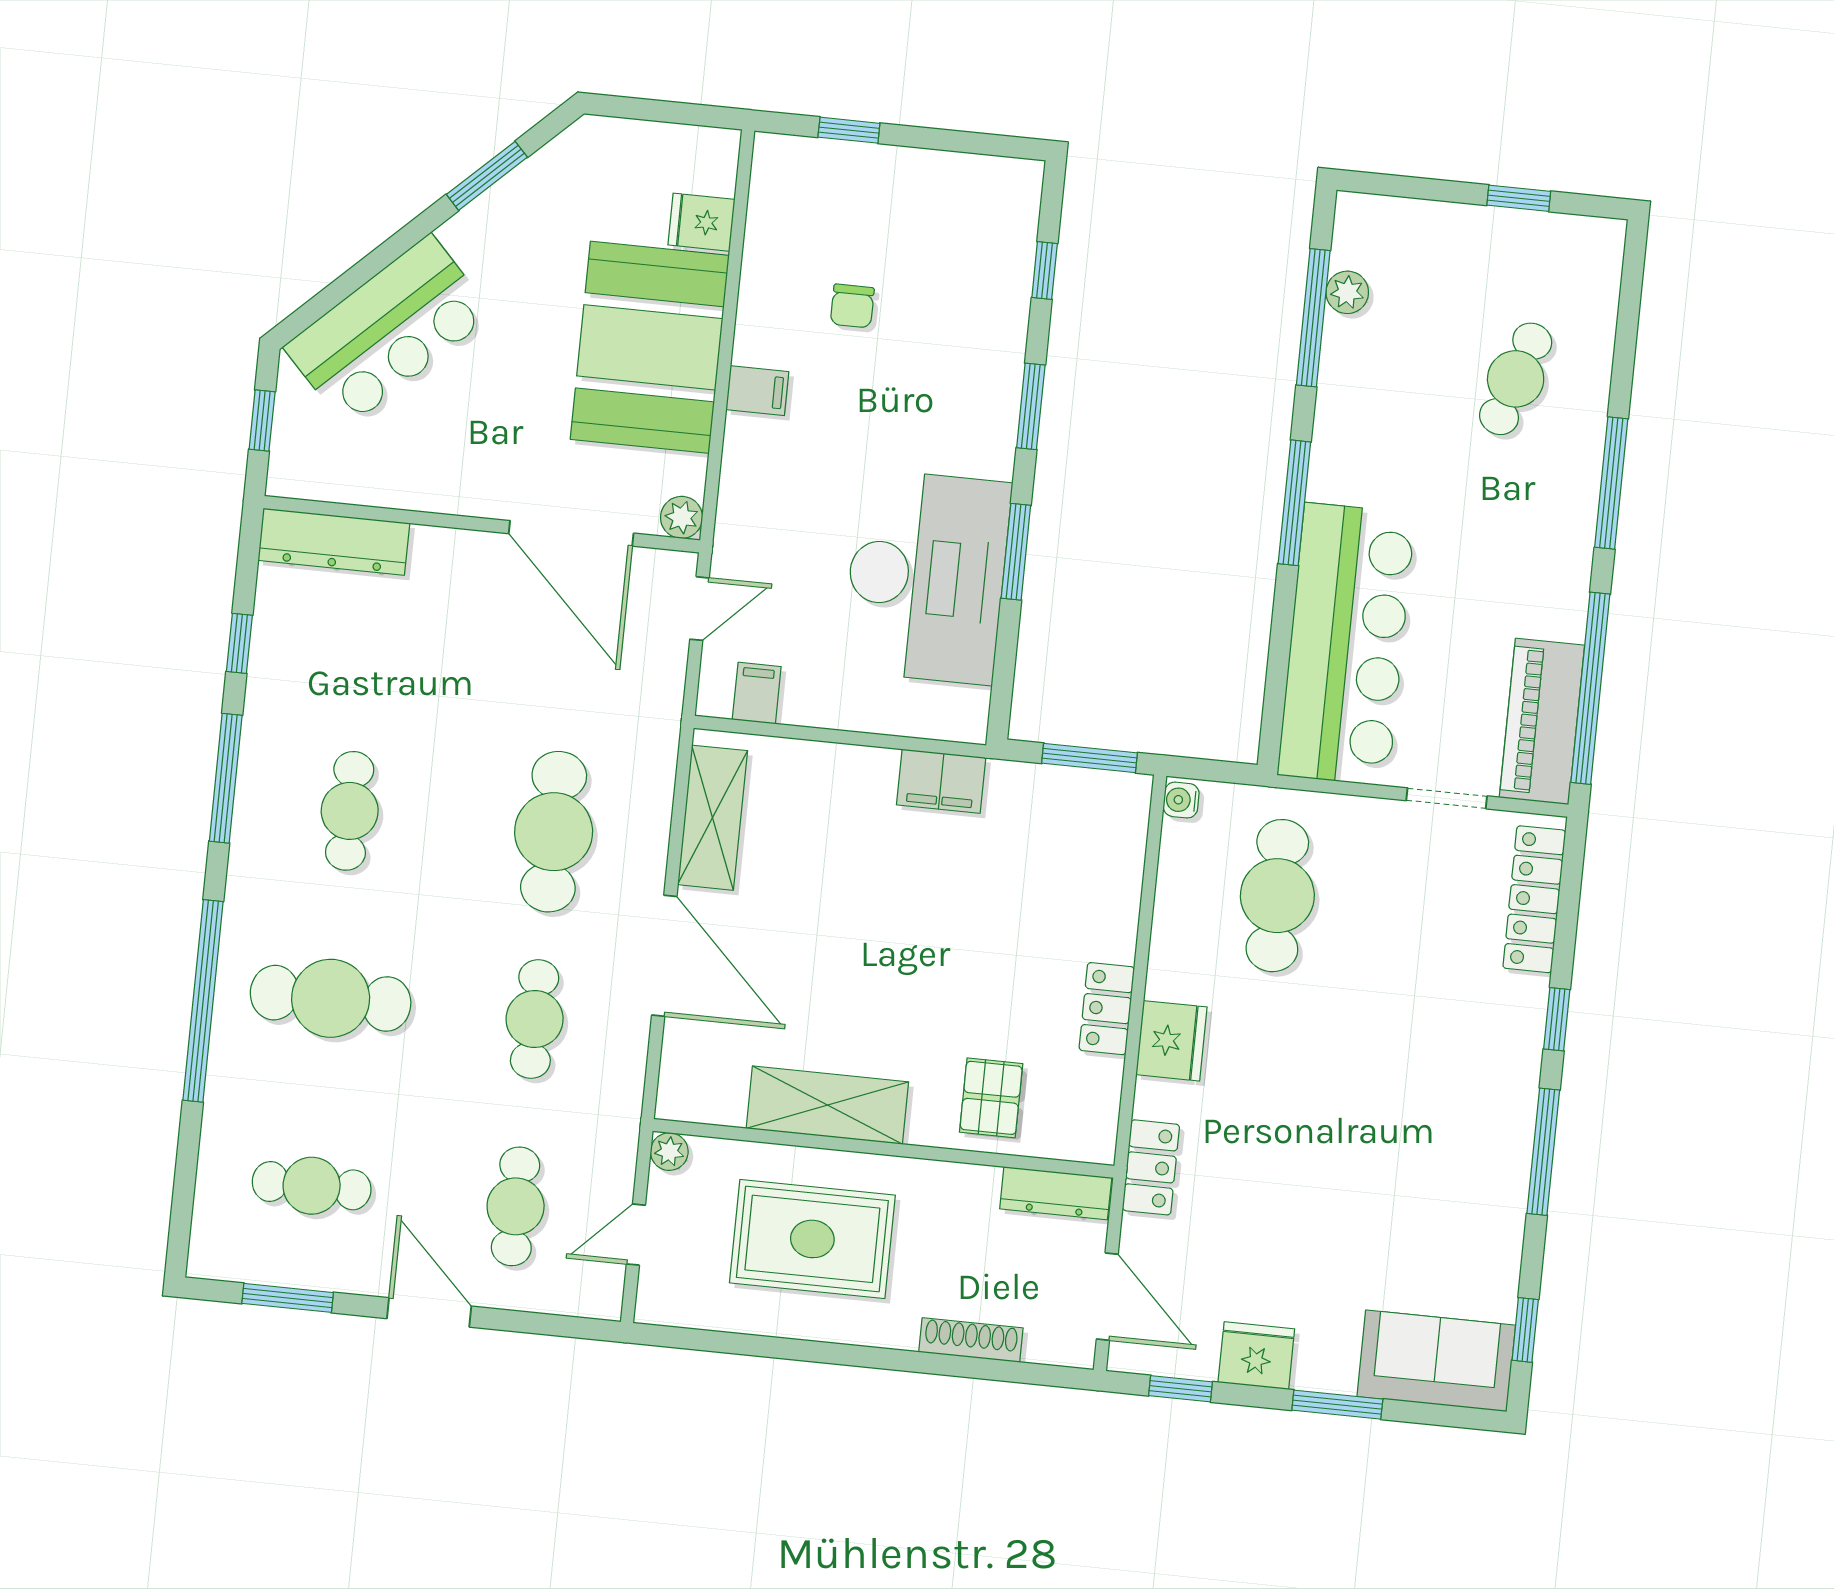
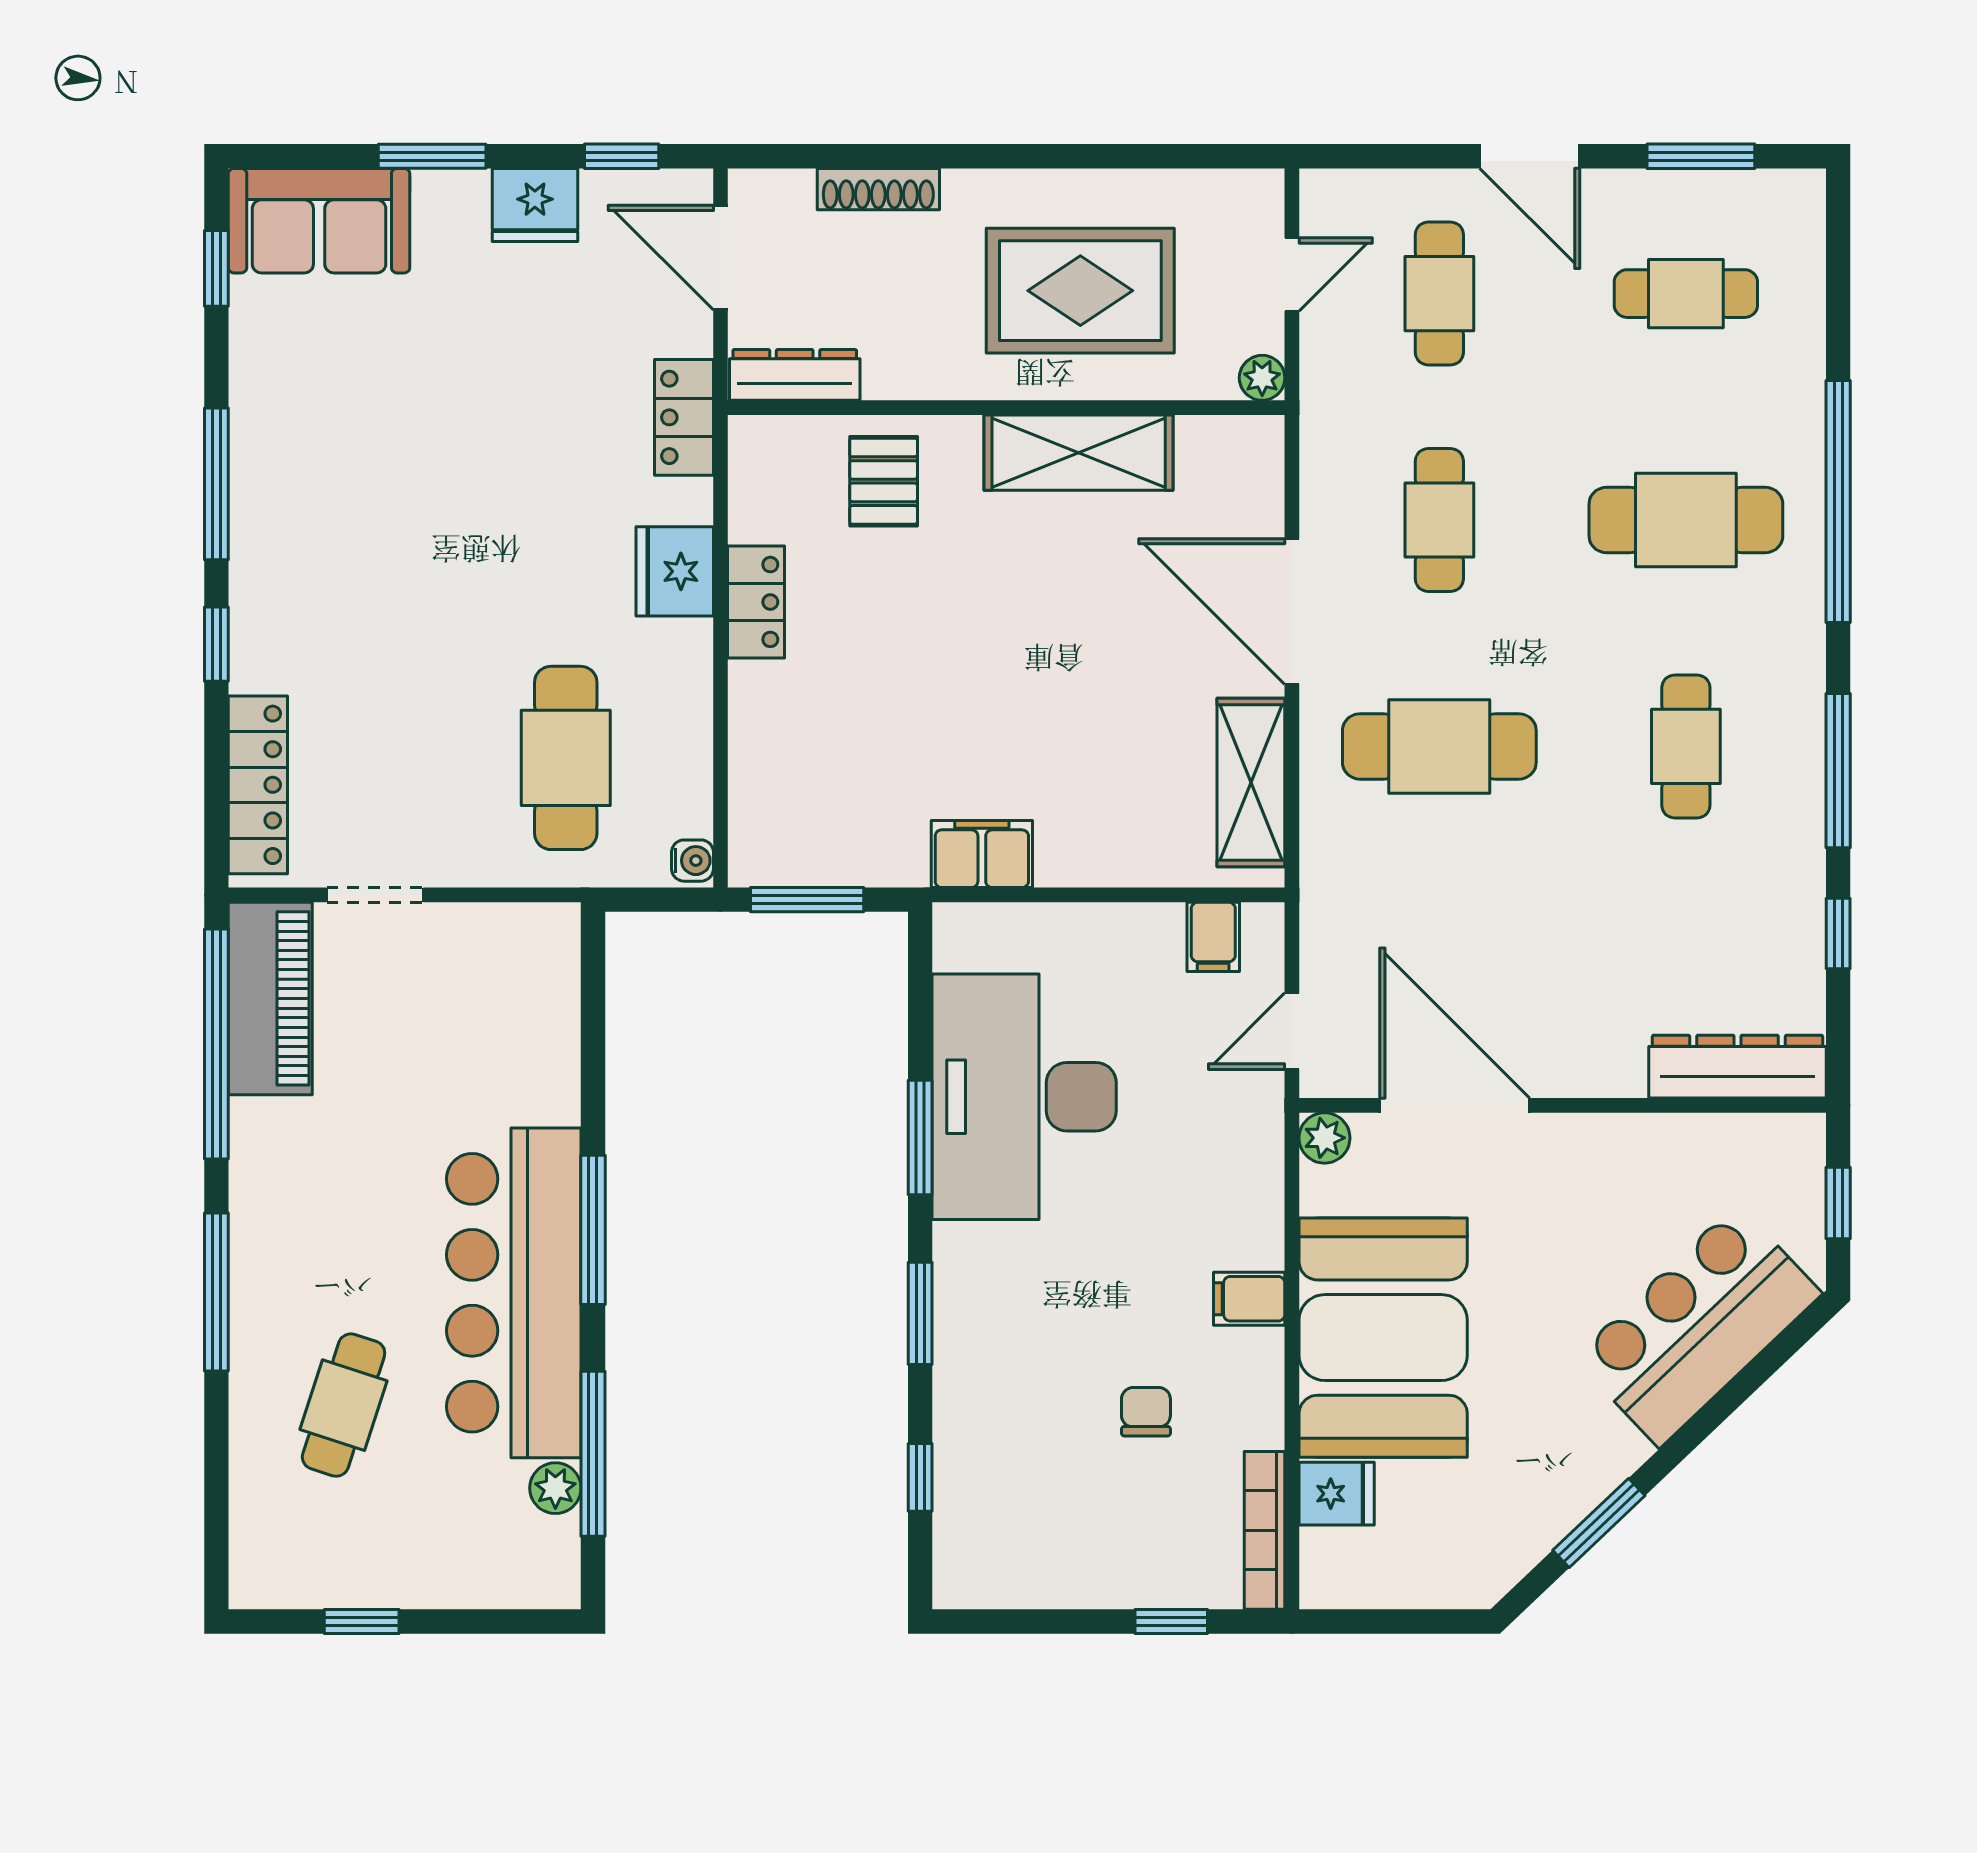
bookcase: (764, 198) -> (1264, 1530), added
bar counter: (1346, 644) -> (514, 1293), moved
cafe table: (554, 832) -> (1439, 746), turned 90

